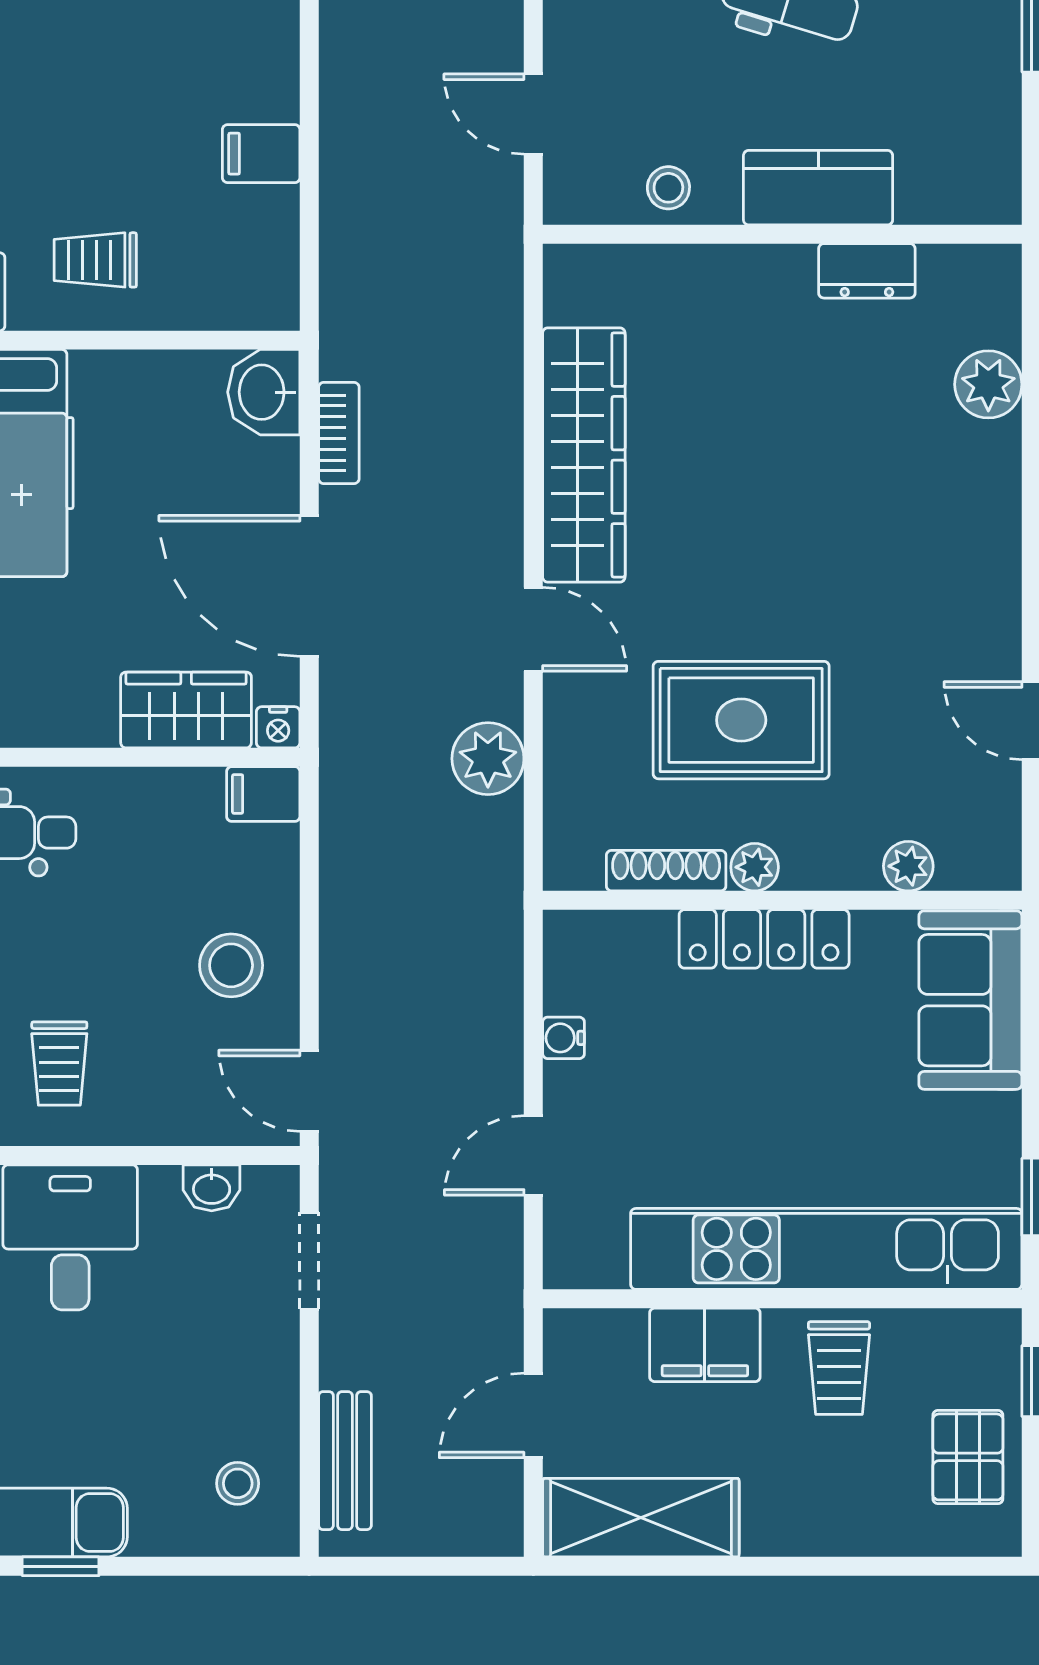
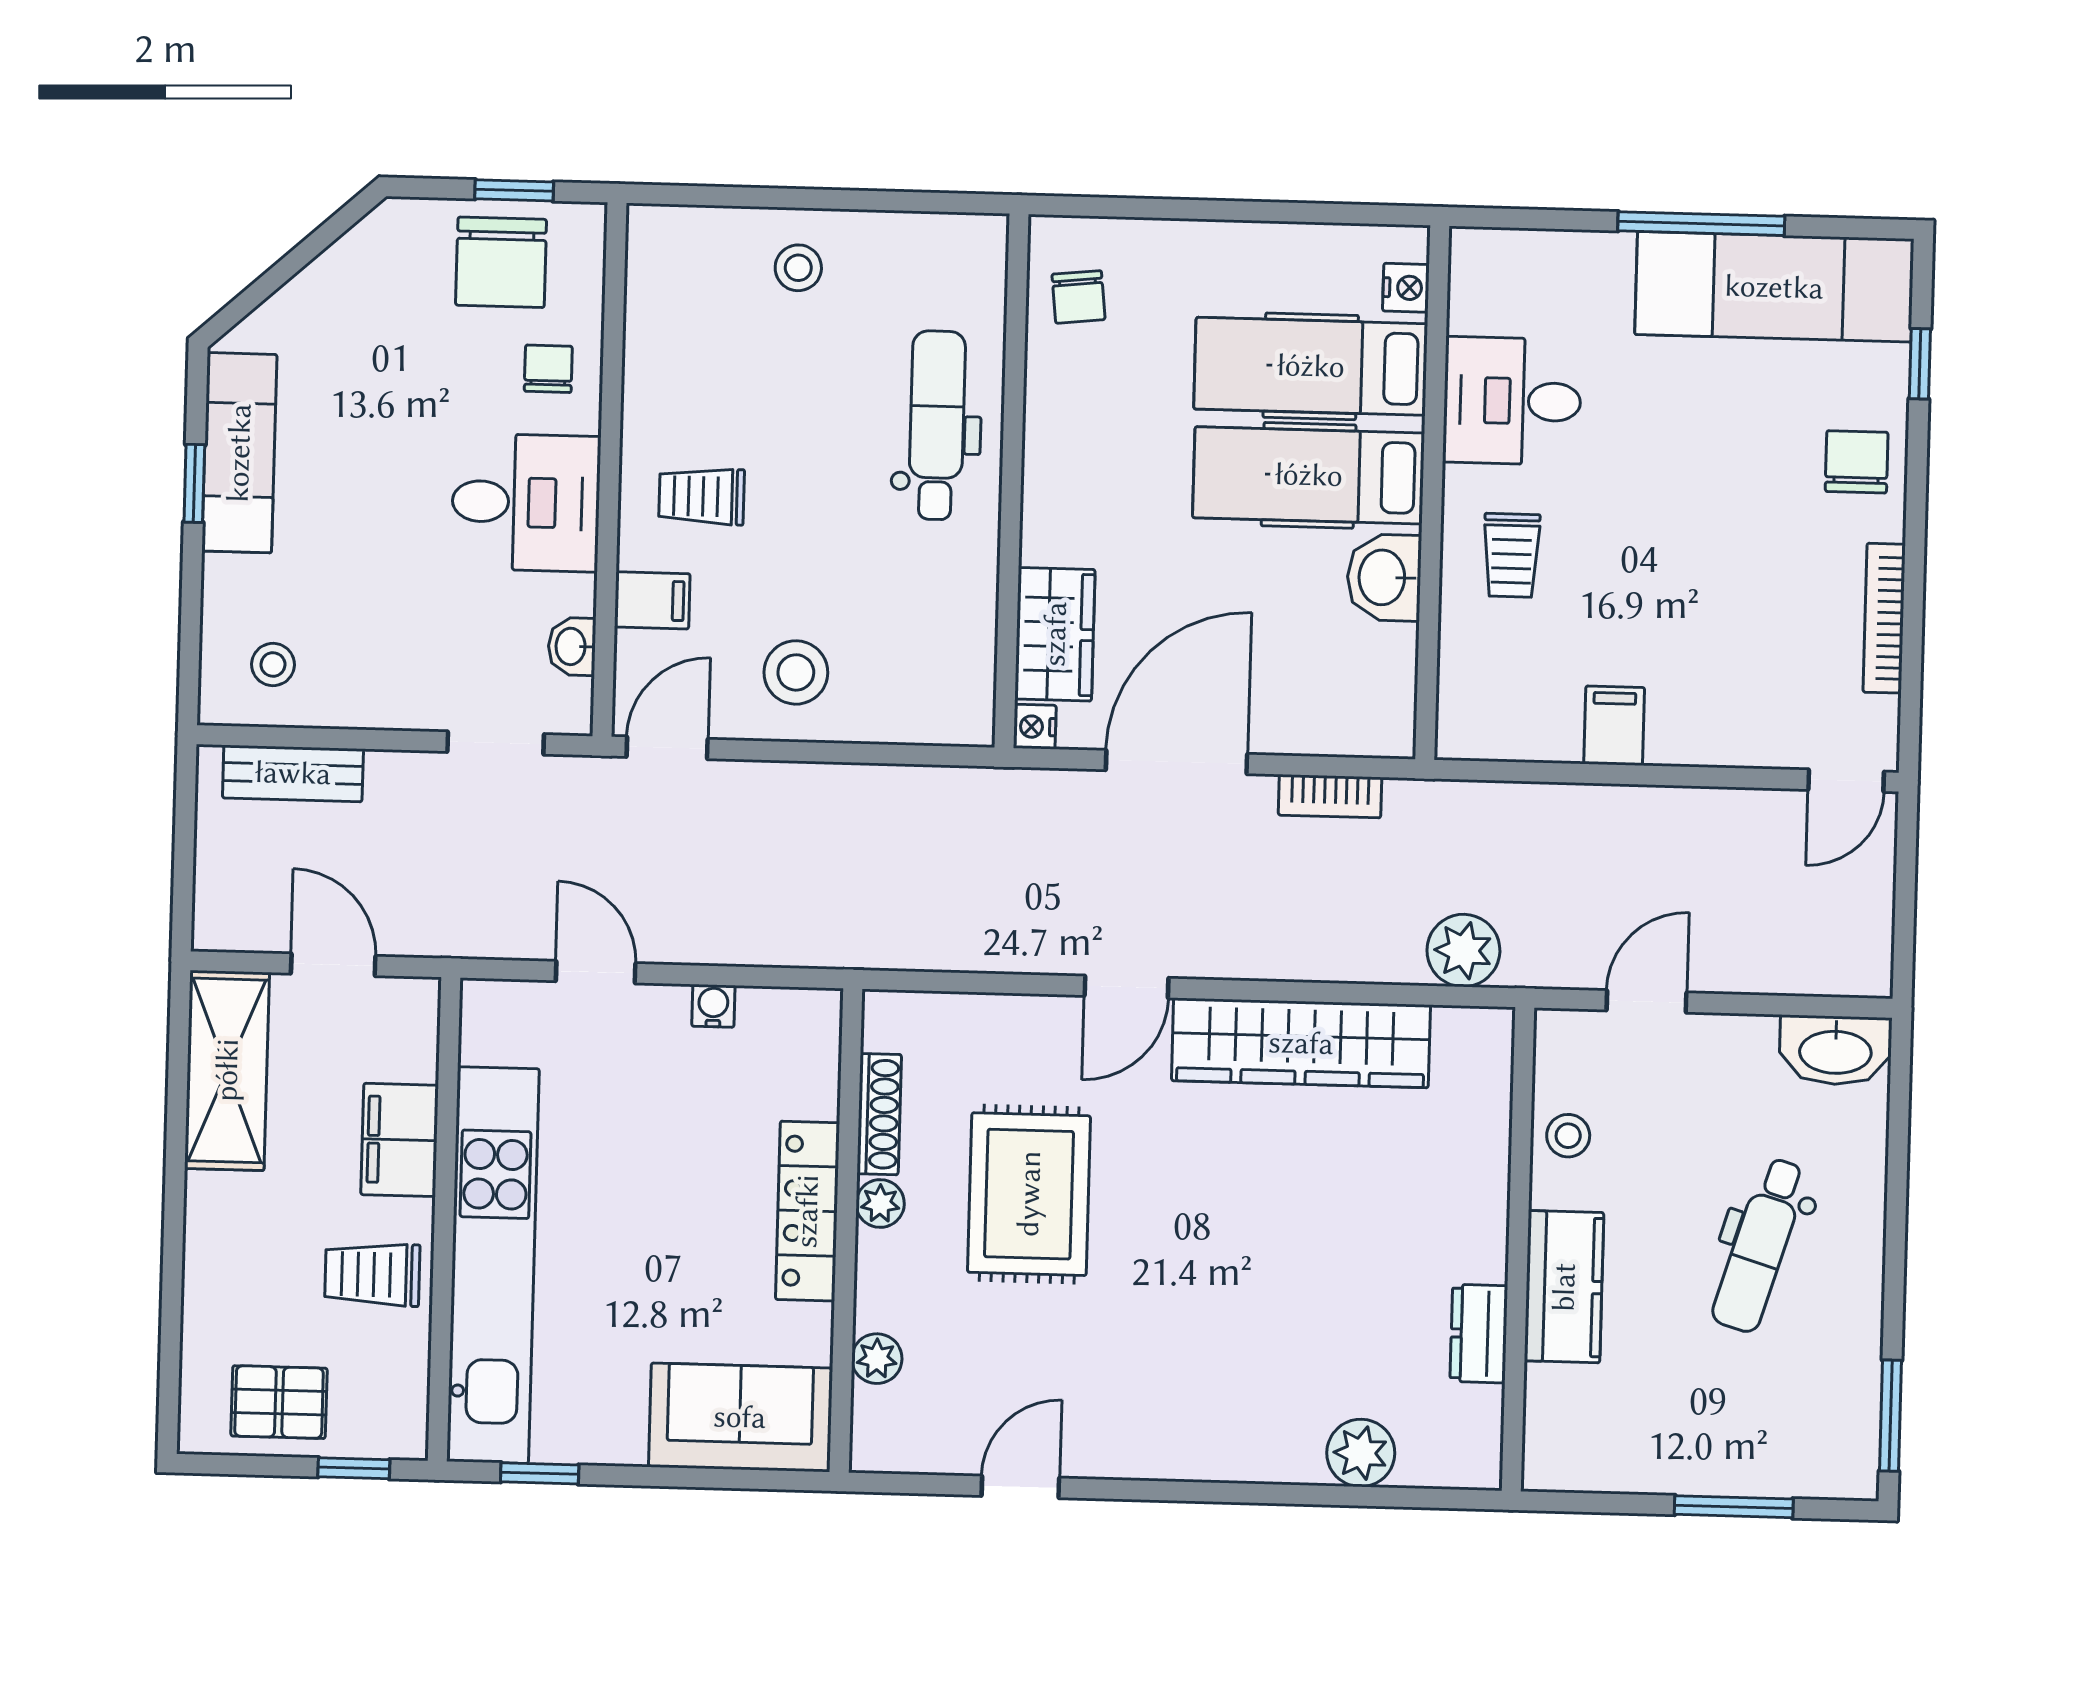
trolley: (95, 260) -> (1511, 555), turned 180
washbasin: (264, 392) -> (1384, 577), moved, turned -90
plant: (488, 759) -> (1463, 951), moved
filing cabinet: (263, 794) -> (652, 600), moved, turned 90

